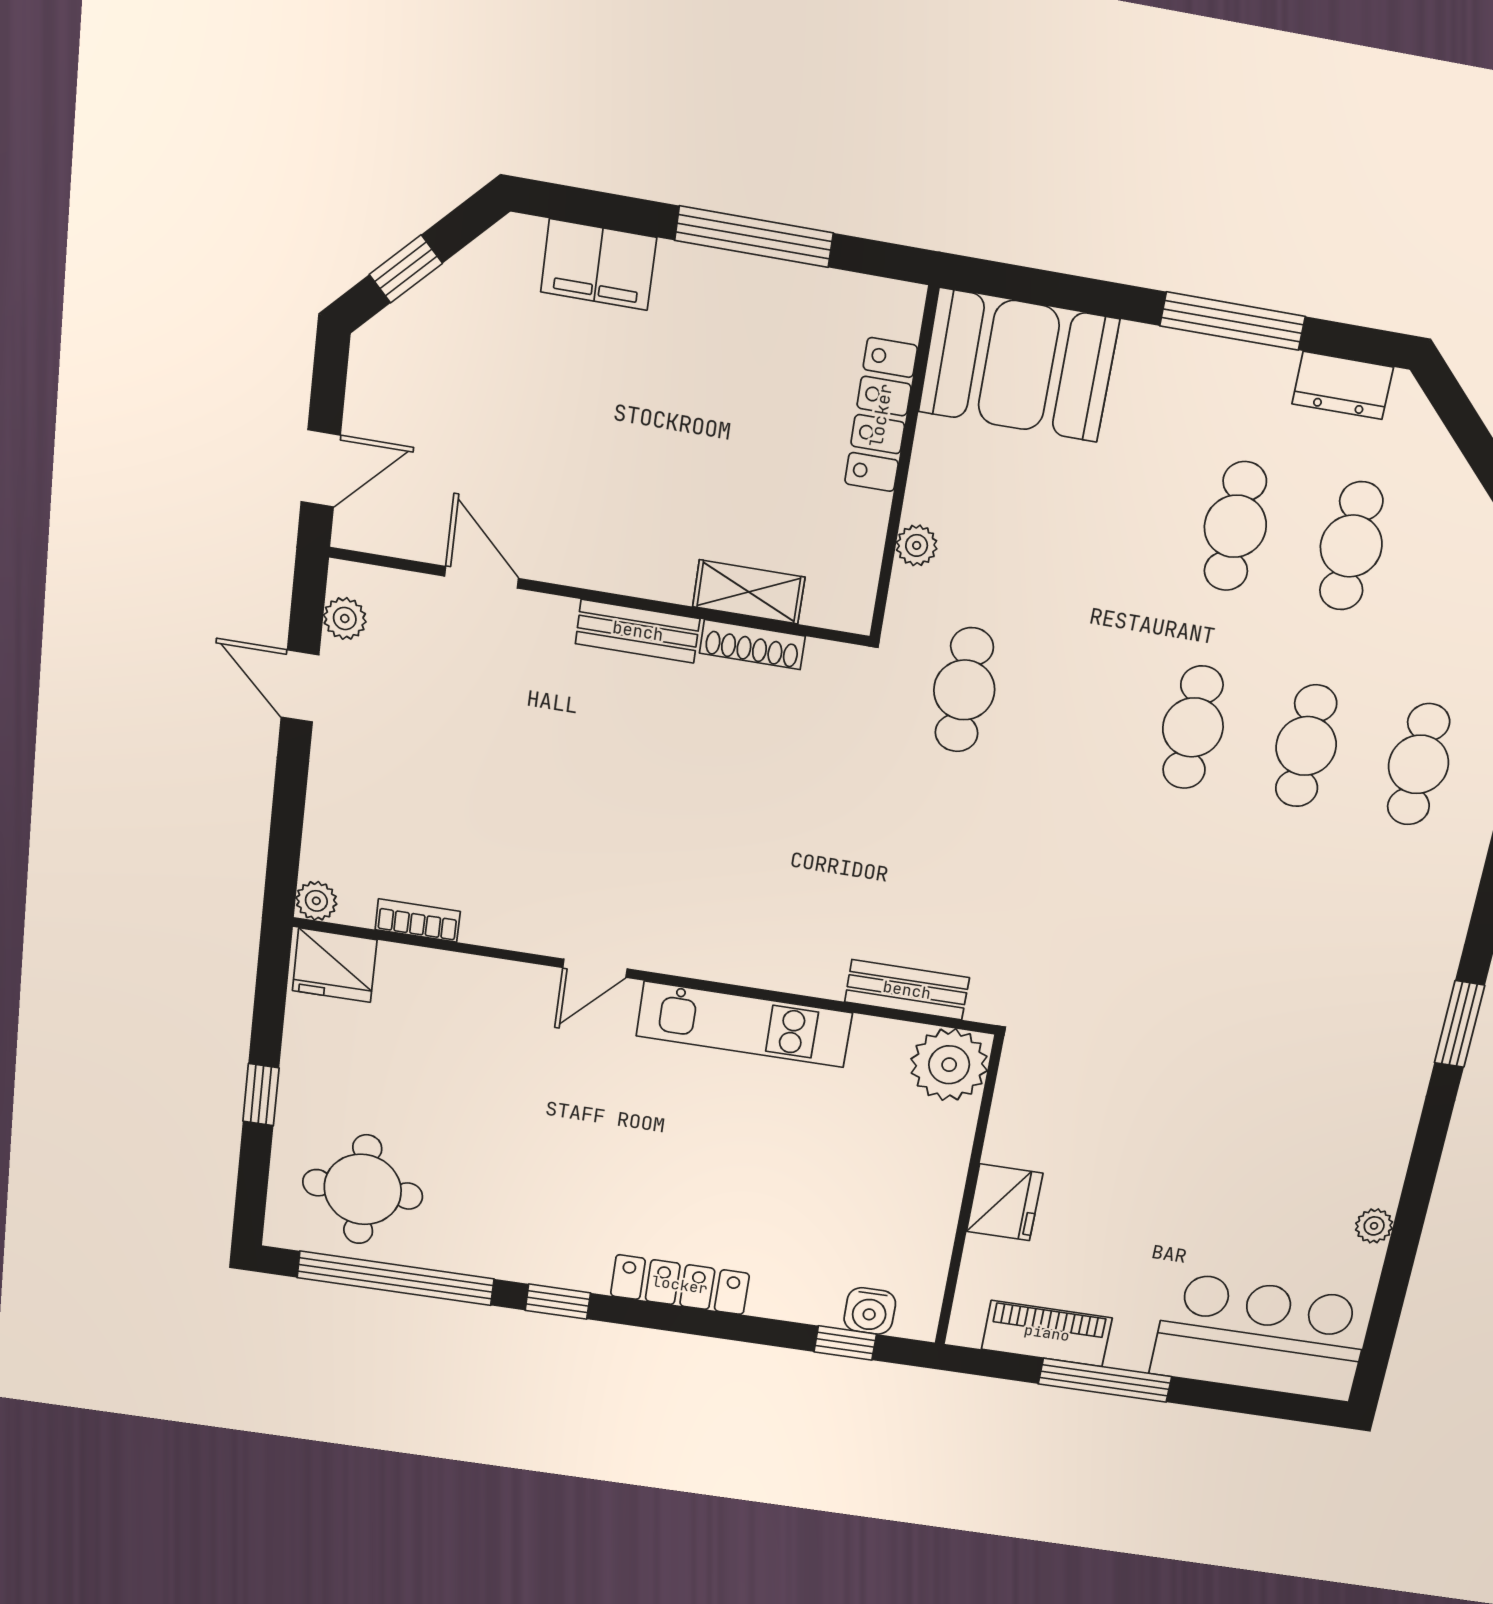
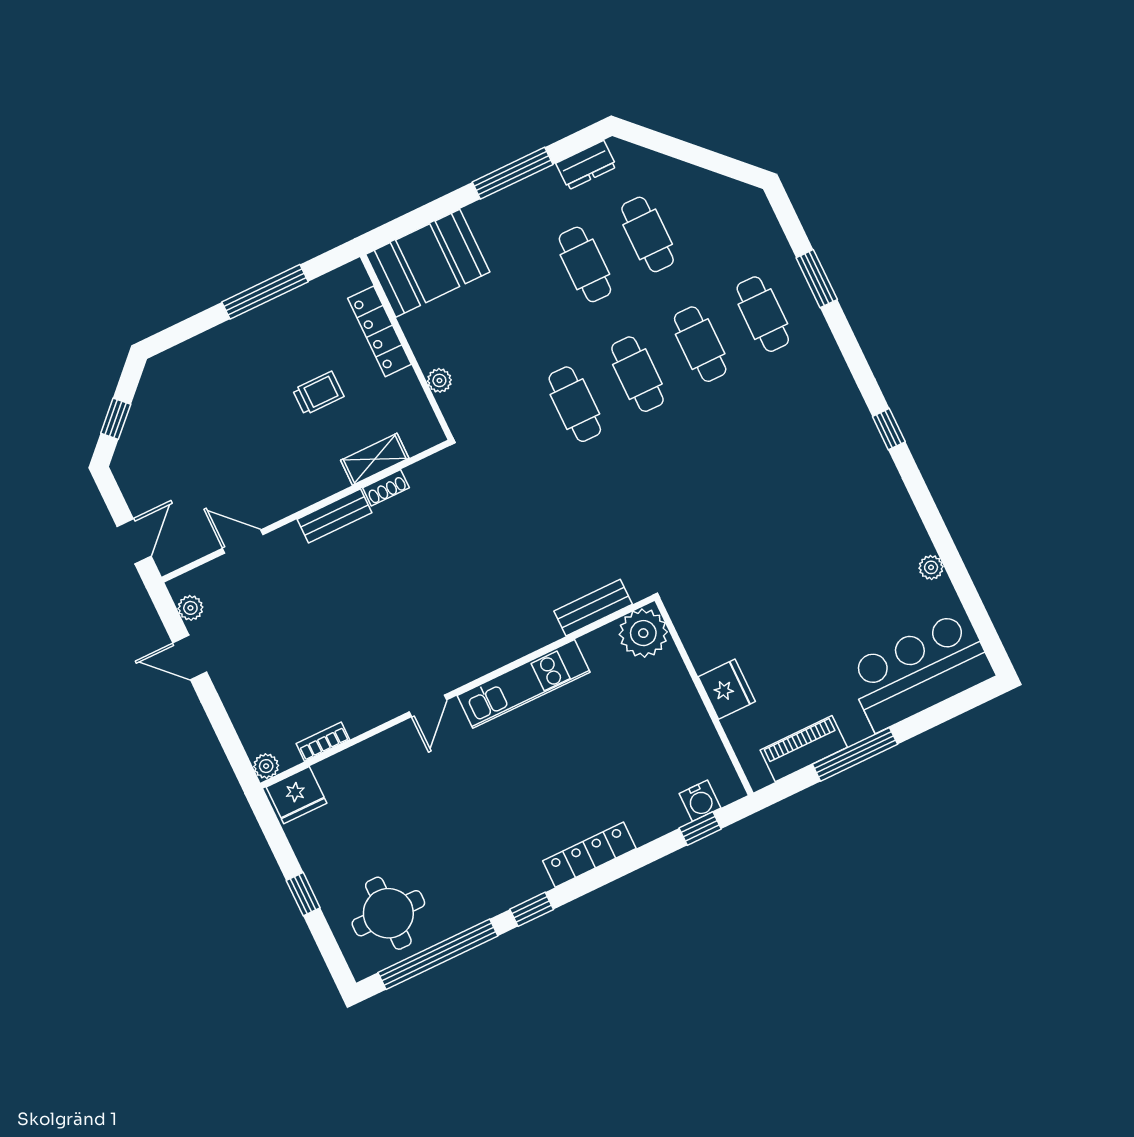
filing cabinet: (599, 265) -> (202, 355), removed
trolley: (732, 442) -> (318, 393), added
shoe rack: (752, 645) -> (386, 488), width x0.70
cafe table: (964, 690) -> (575, 404), moved
window: (1459, 1024) -> (889, 429), width x0.67

